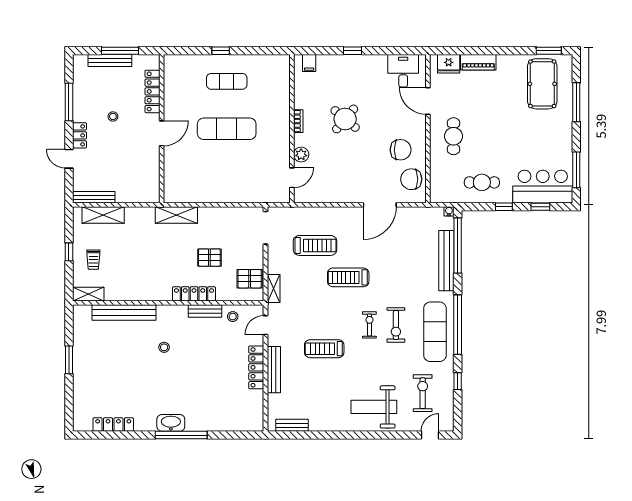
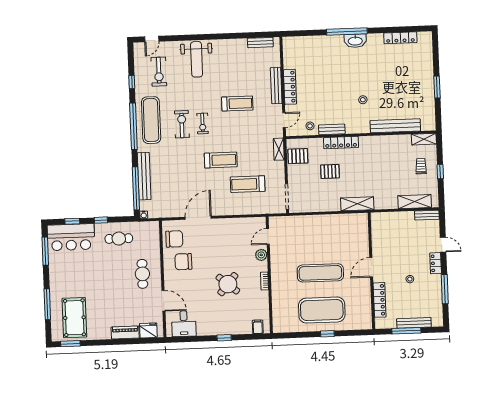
exercise mat: (227, 81) -> (322, 310), width x2.00, depth x1.45
bench: (94, 197) -> (427, 215), width x0.73
weight bench: (374, 407) -> (197, 59), turned 90

